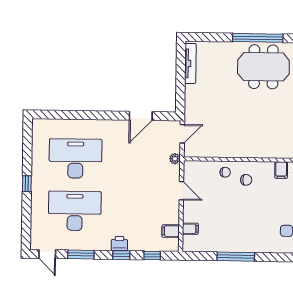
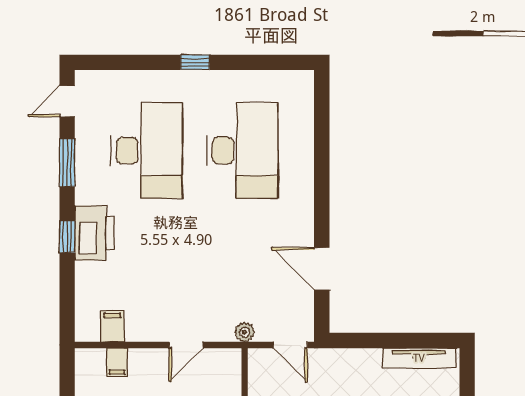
printer: (119, 244) -> (94, 233), width x1.87, depth x1.48
window: (152, 255) -> (67, 293), removed

